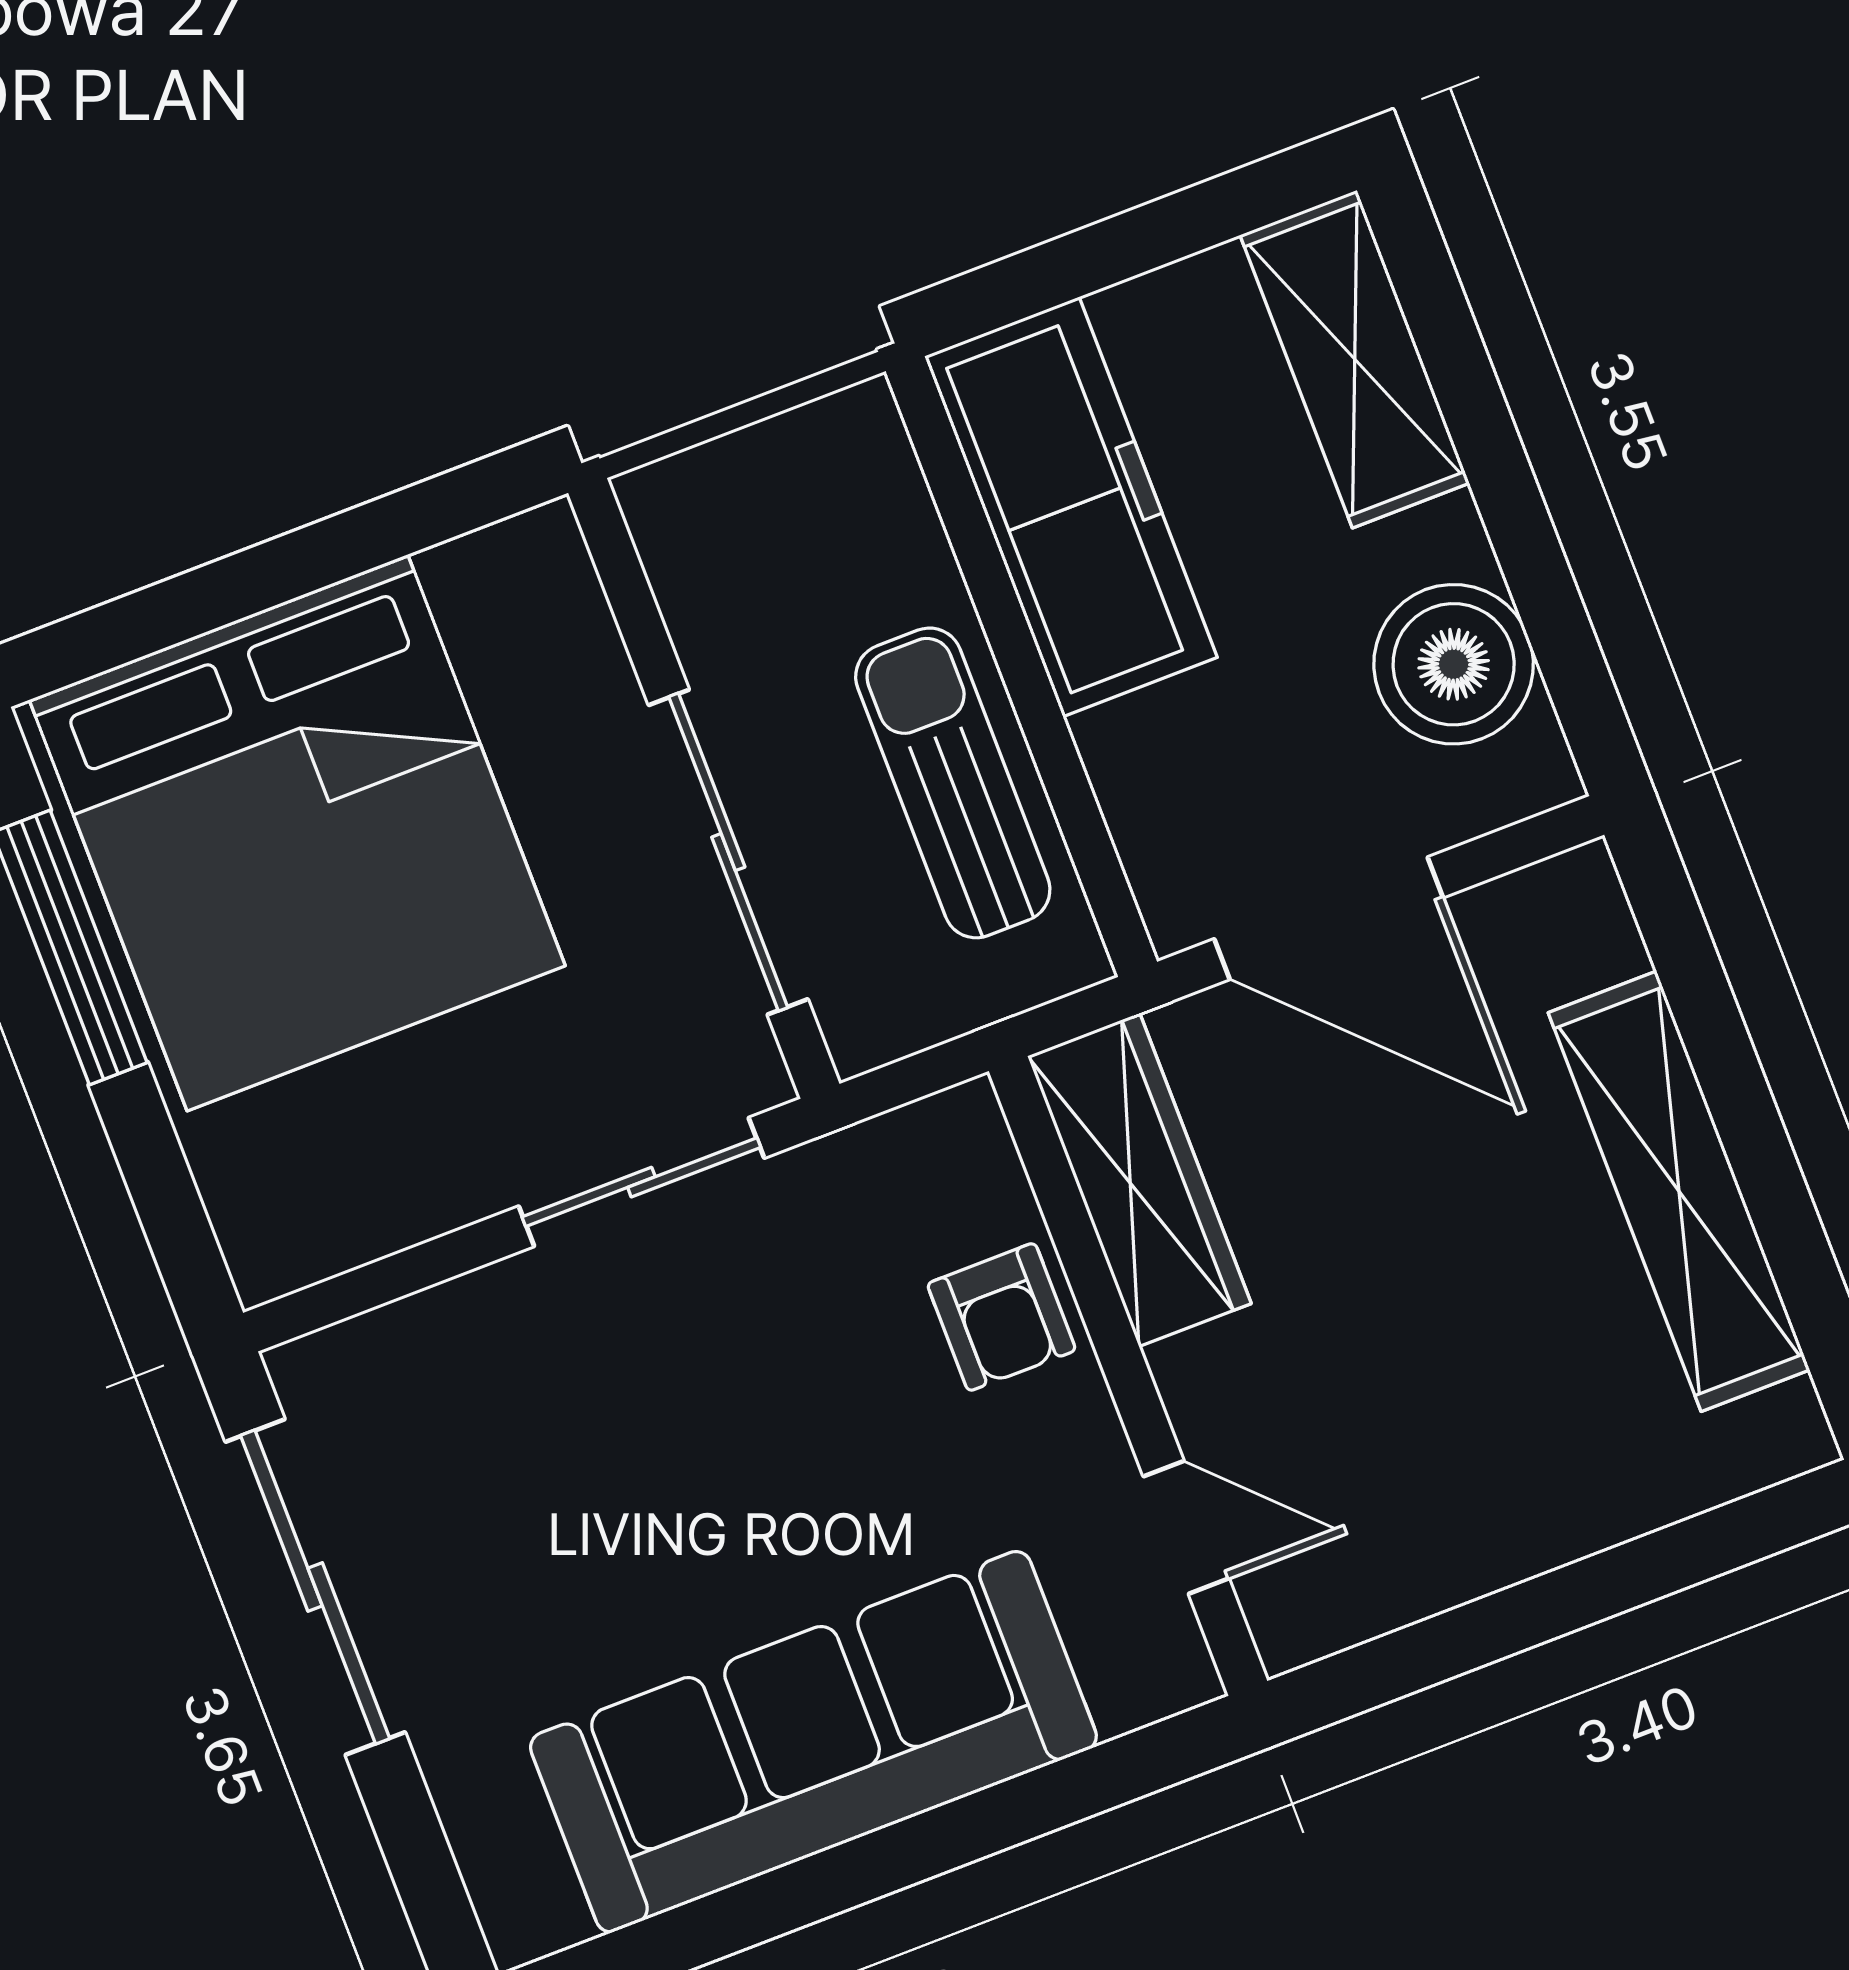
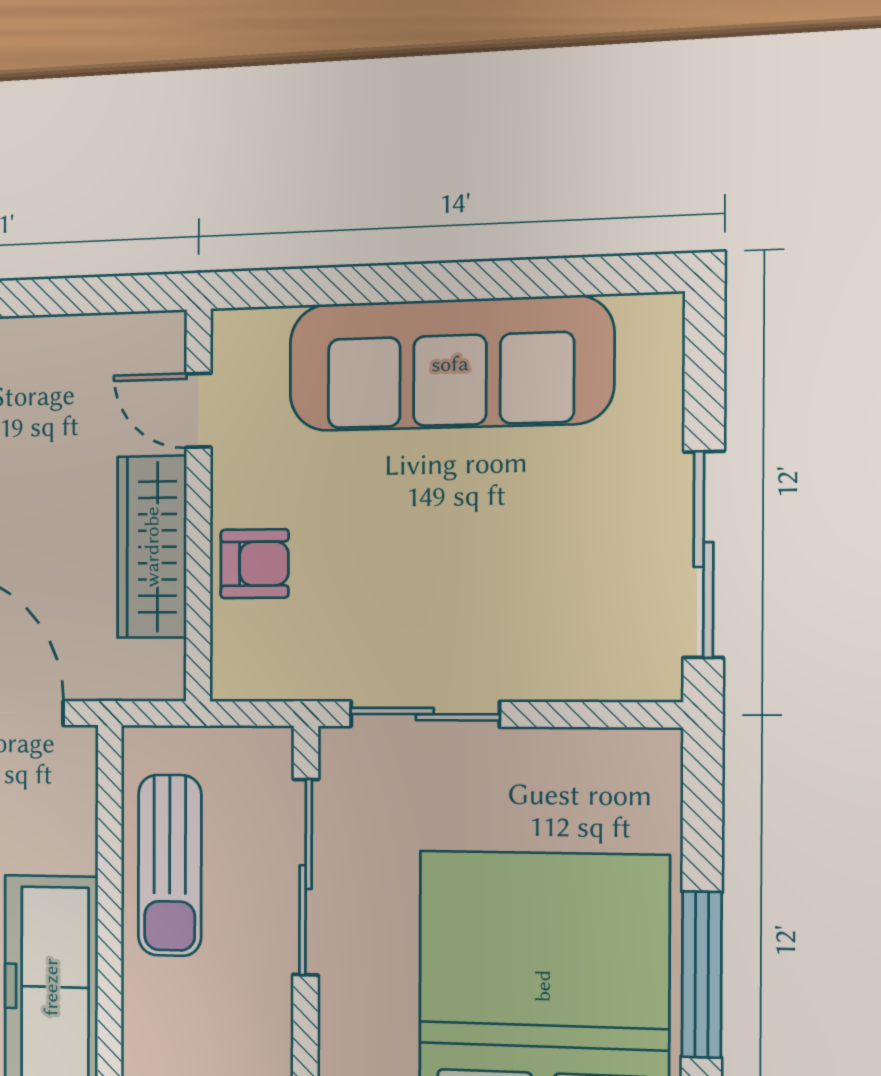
wardrobe: (1139, 1180) -> (152, 547), moved
armchair: (1001, 1317) -> (255, 564), turned 90

